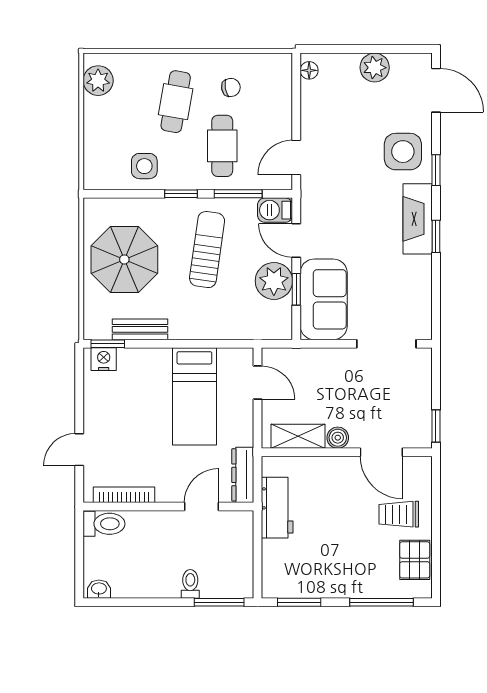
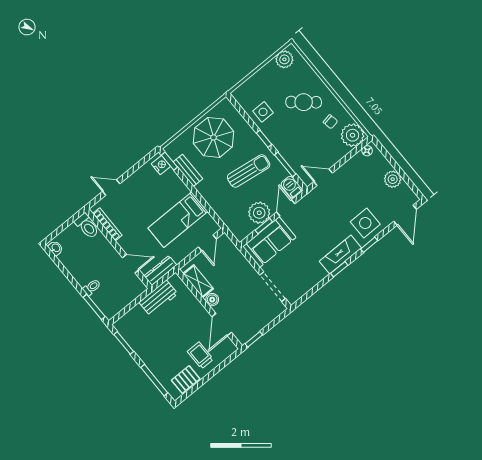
plant: (273, 73) -> (353, 135), added
cafe table: (176, 102) -> (304, 102), turned 30
cafe table: (222, 146) -> (301, 140), removed

